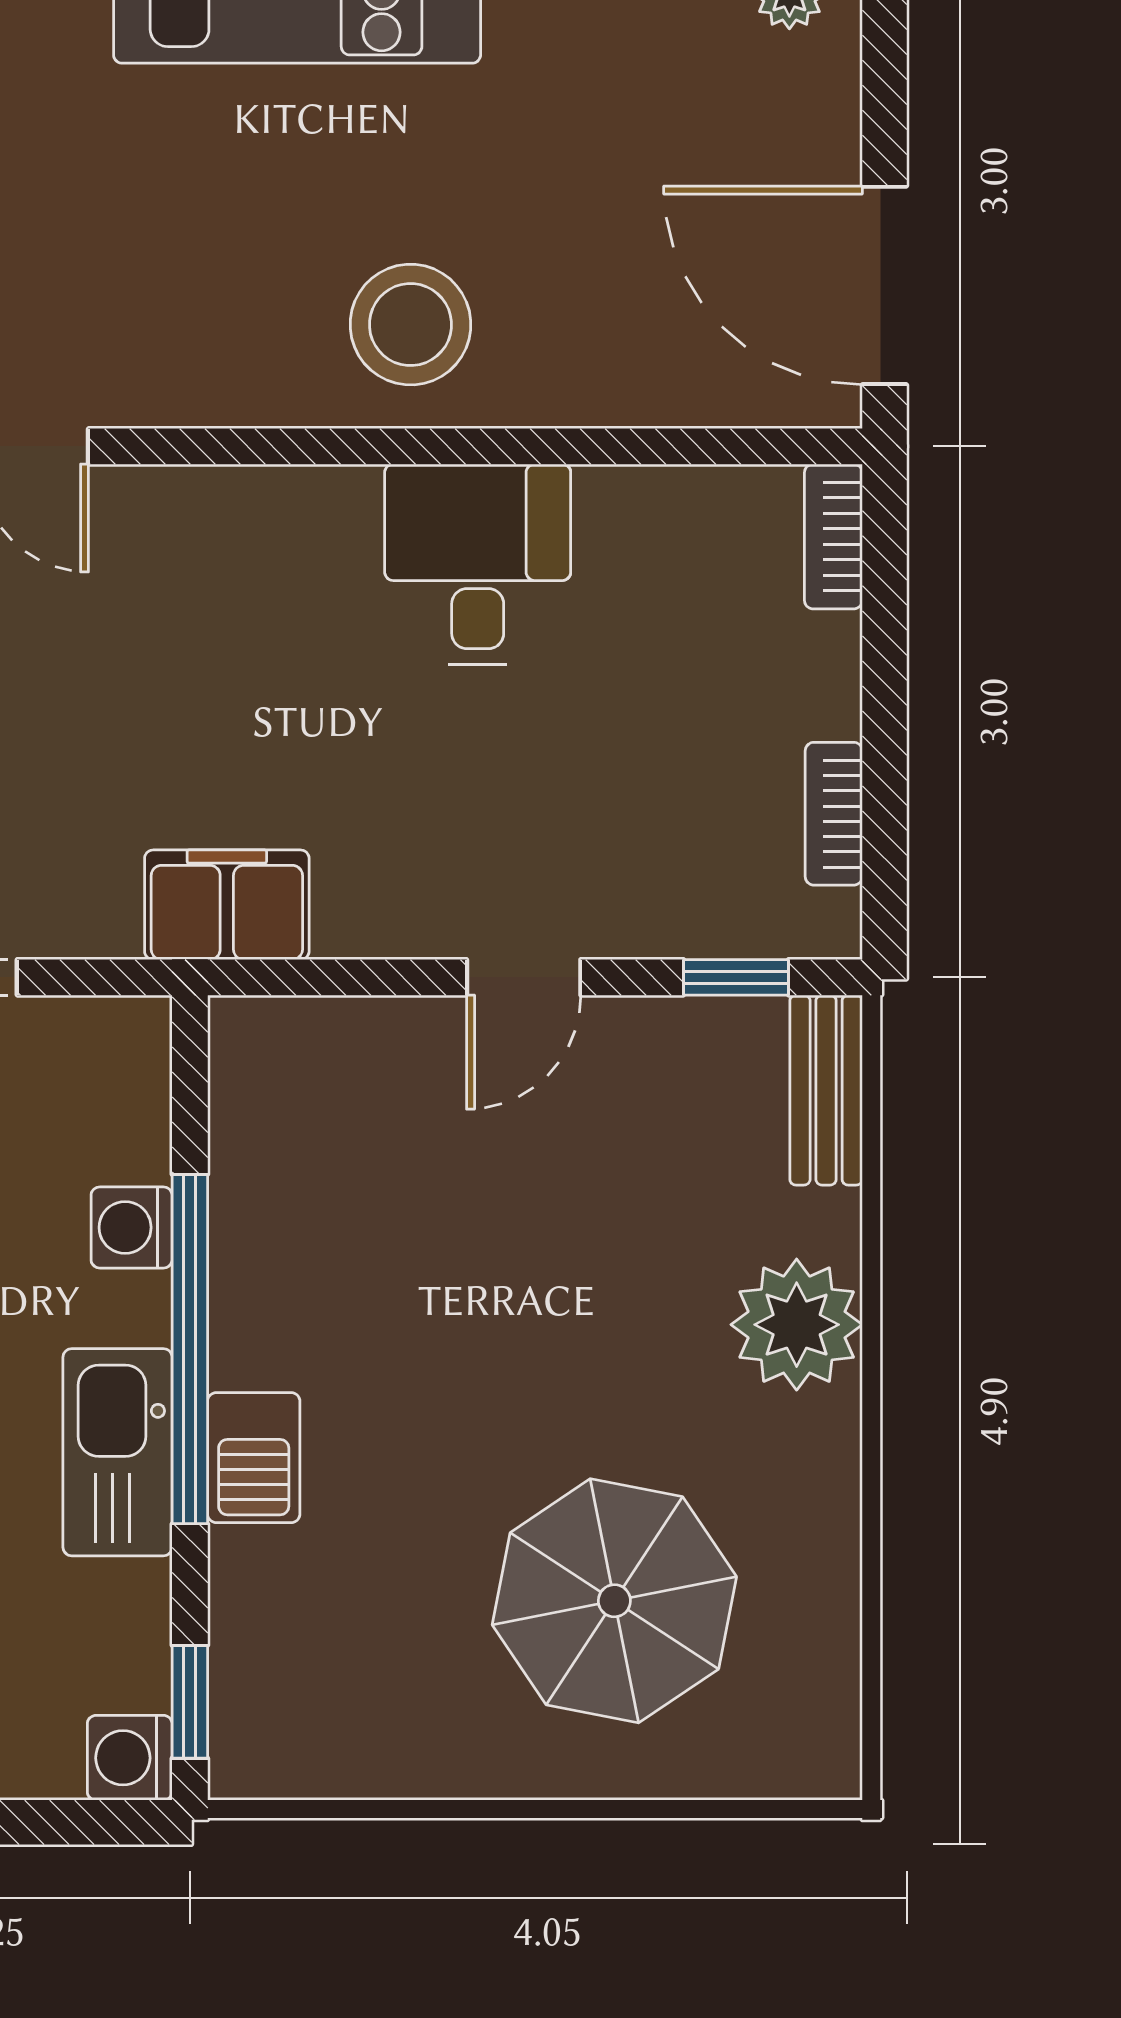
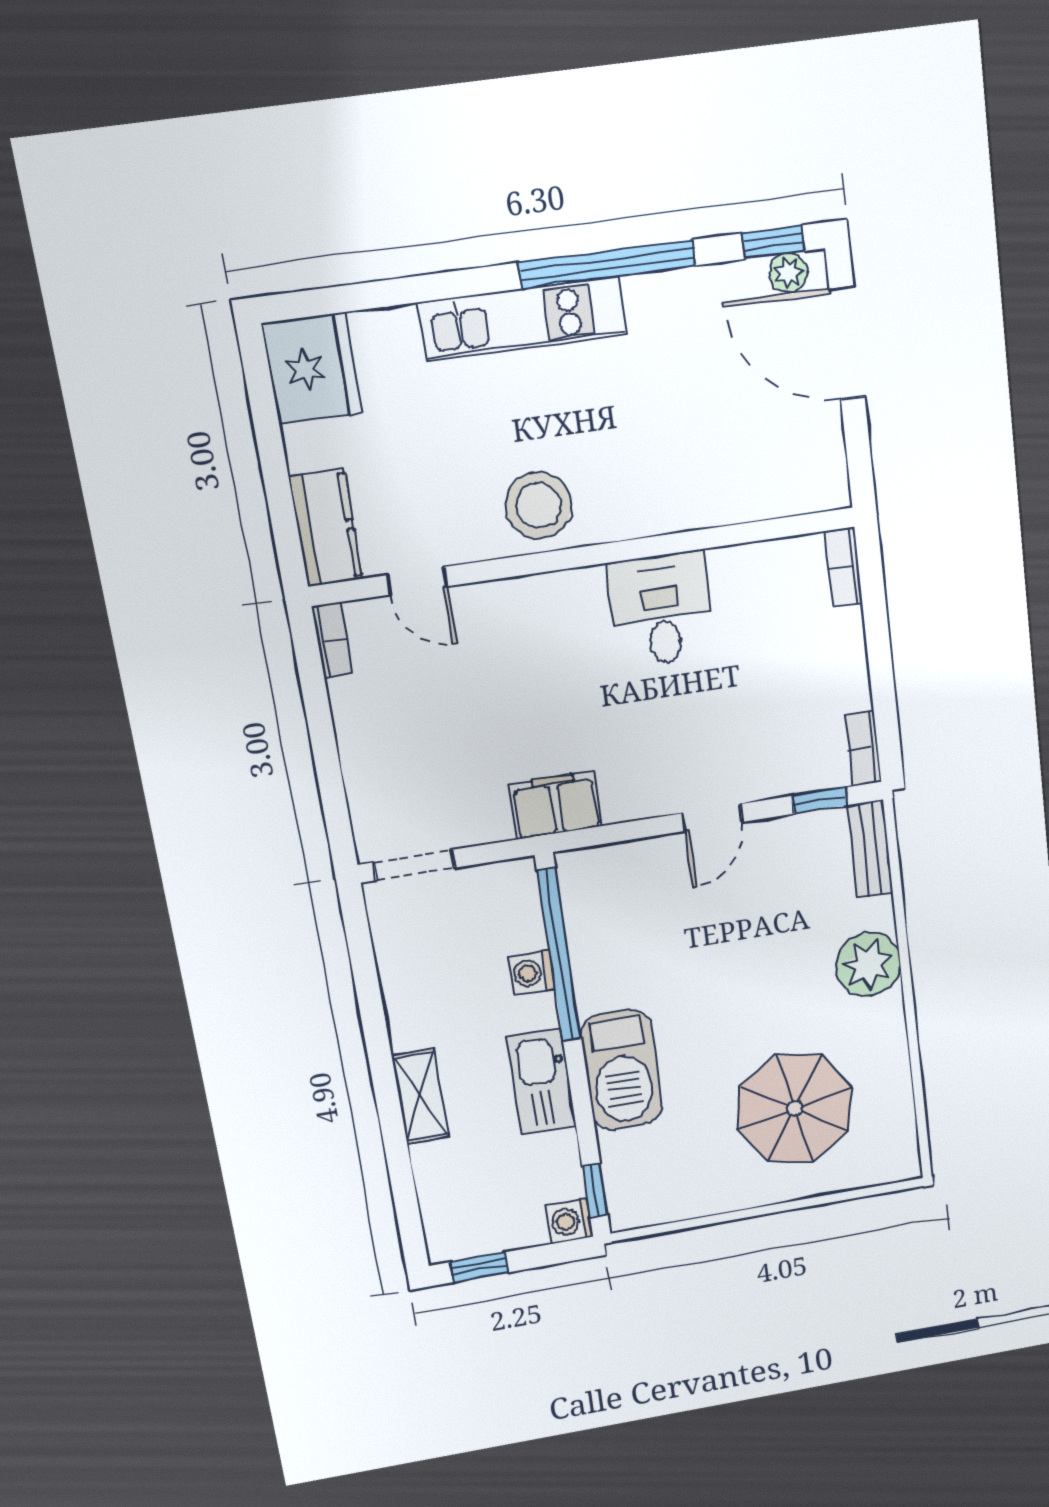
door: (884, 285) -> (847, 343), moved
stool: (410, 325) -> (538, 505), moved
bookcase: (834, 814) -> (863, 748), moved
window: (190, 1349) -> (559, 955), moved
barbecue: (254, 1458) -> (622, 1070), width x1.88, depth x1.53

